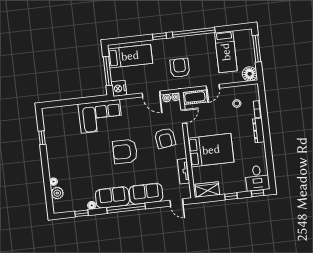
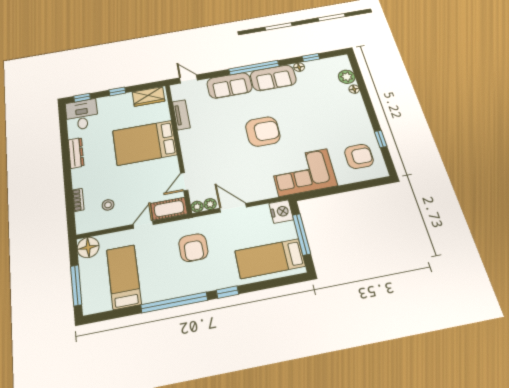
dresser: (259, 130) -> (76, 153), moved
armchair: (165, 138) -> (359, 156), moved, turned 98

